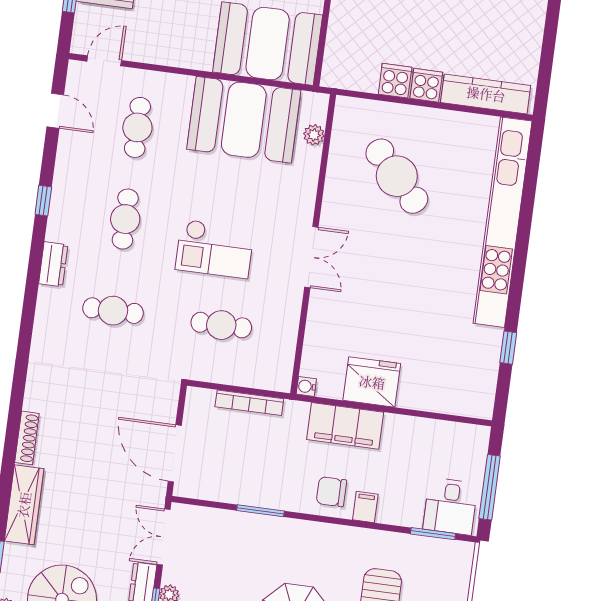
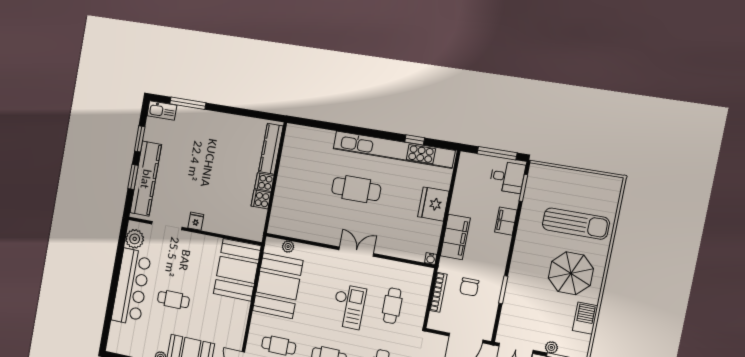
cafe table: (397, 176) -> (356, 189), moved, turned 43
kitchen unit: (503, 222) -> (393, 150), moved
fridge: (372, 382) -> (433, 204), moved
chair: (331, 492) -> (469, 287), moved
filing cabinet: (365, 507) -> (506, 221), width x2.00

